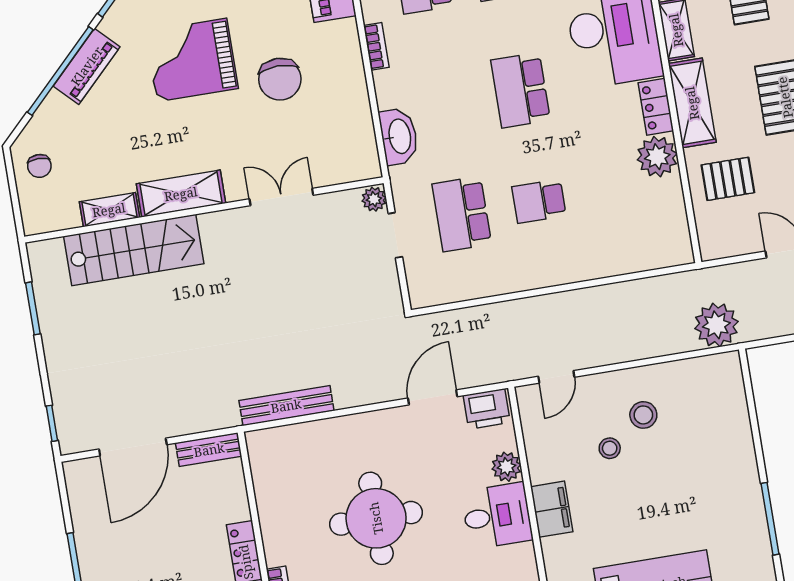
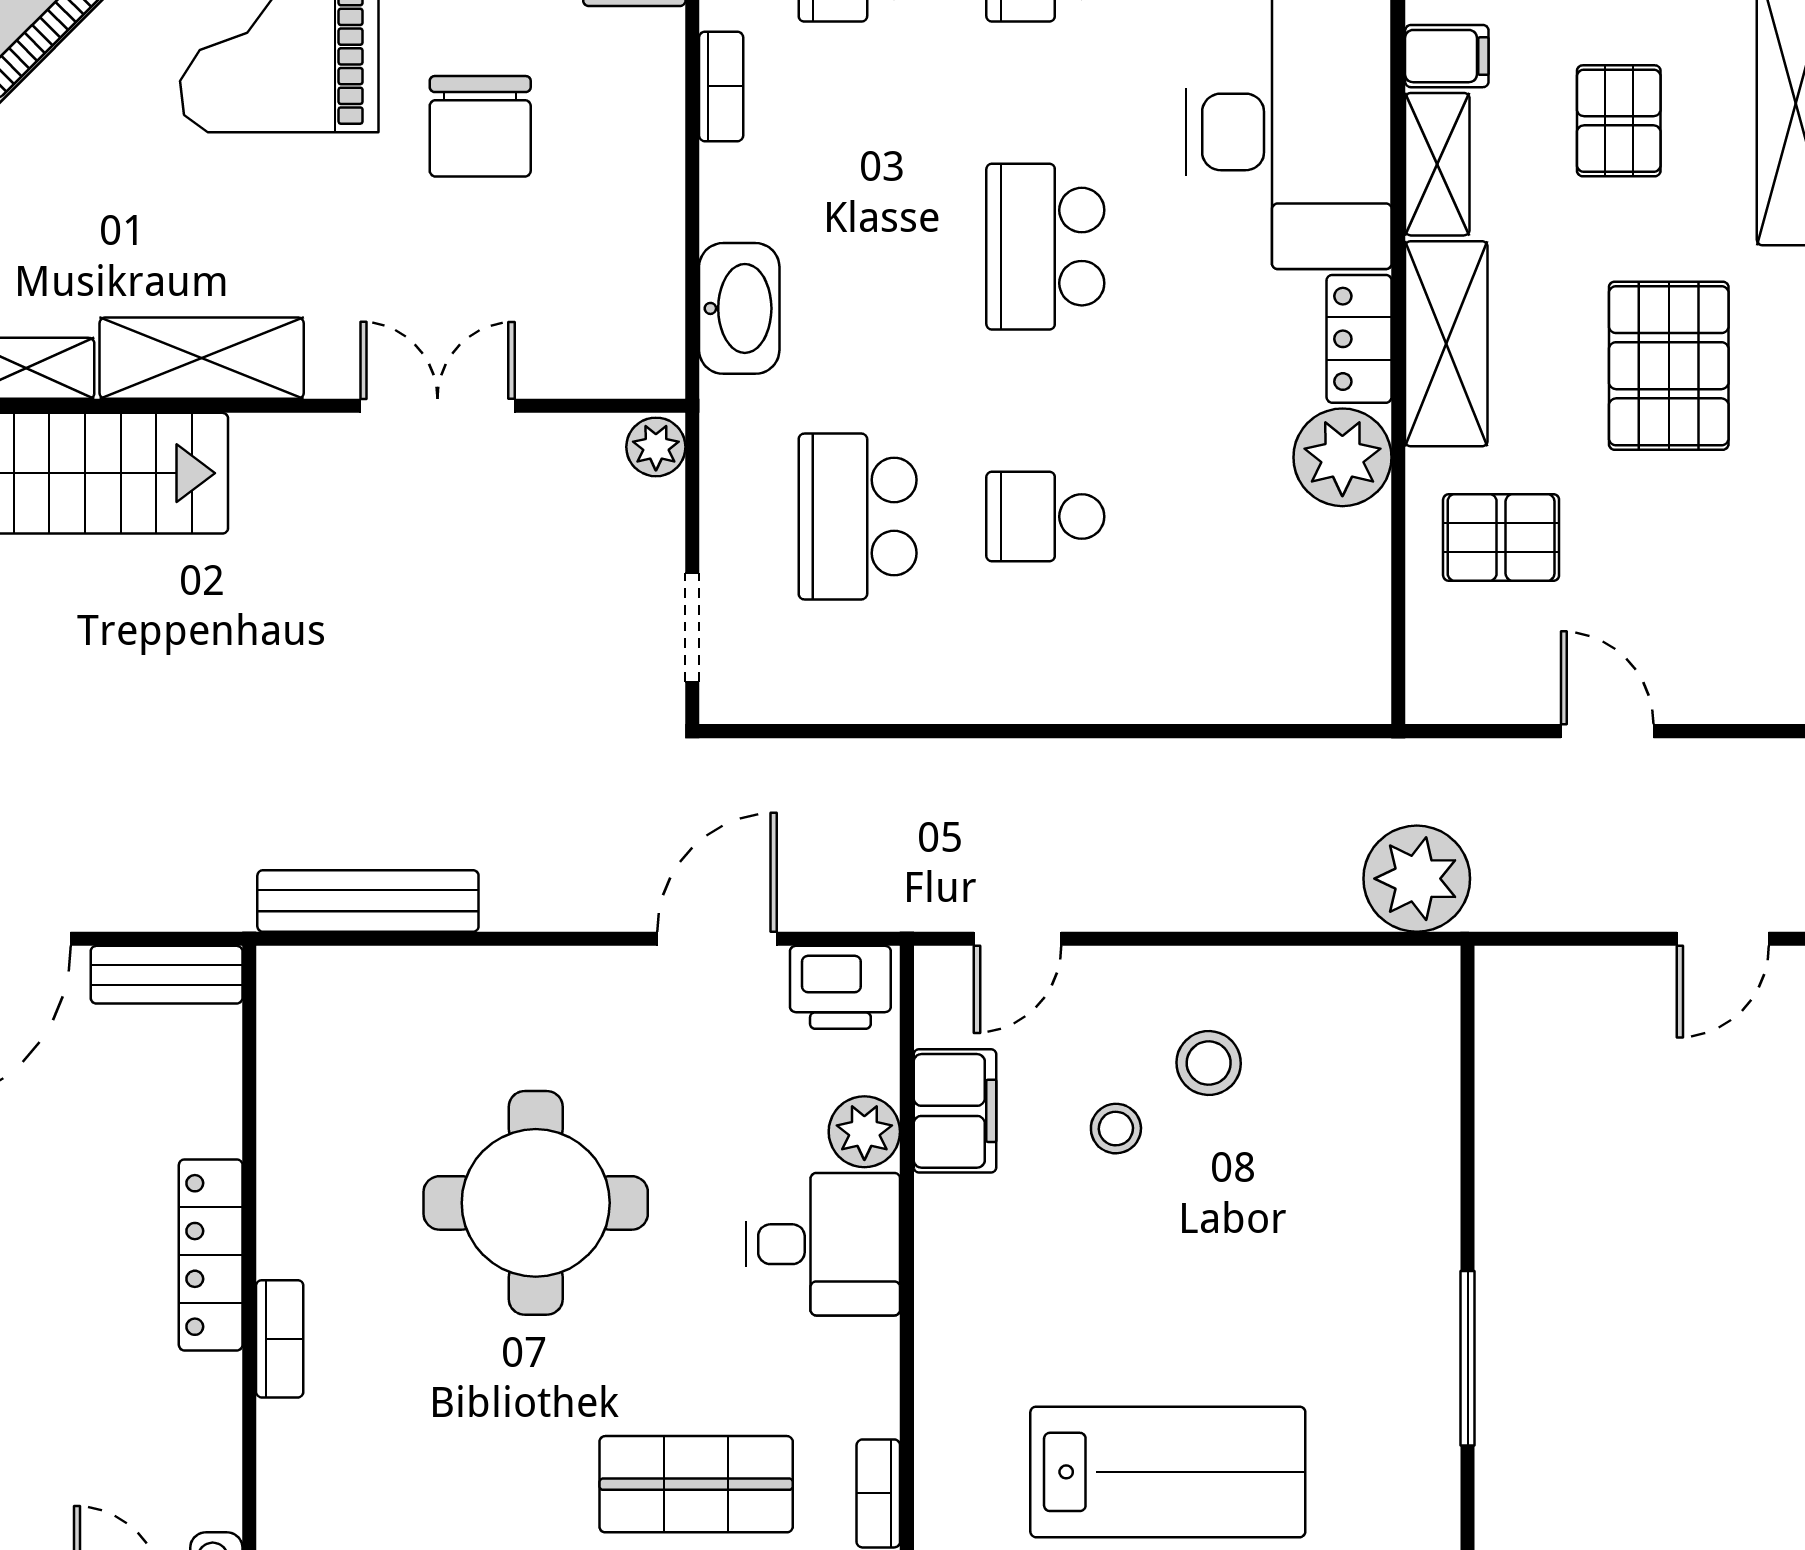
doorway: (395, 235) -> (692, 627), moved
filing cabinet: (552, 509) -> (955, 1111), moved

